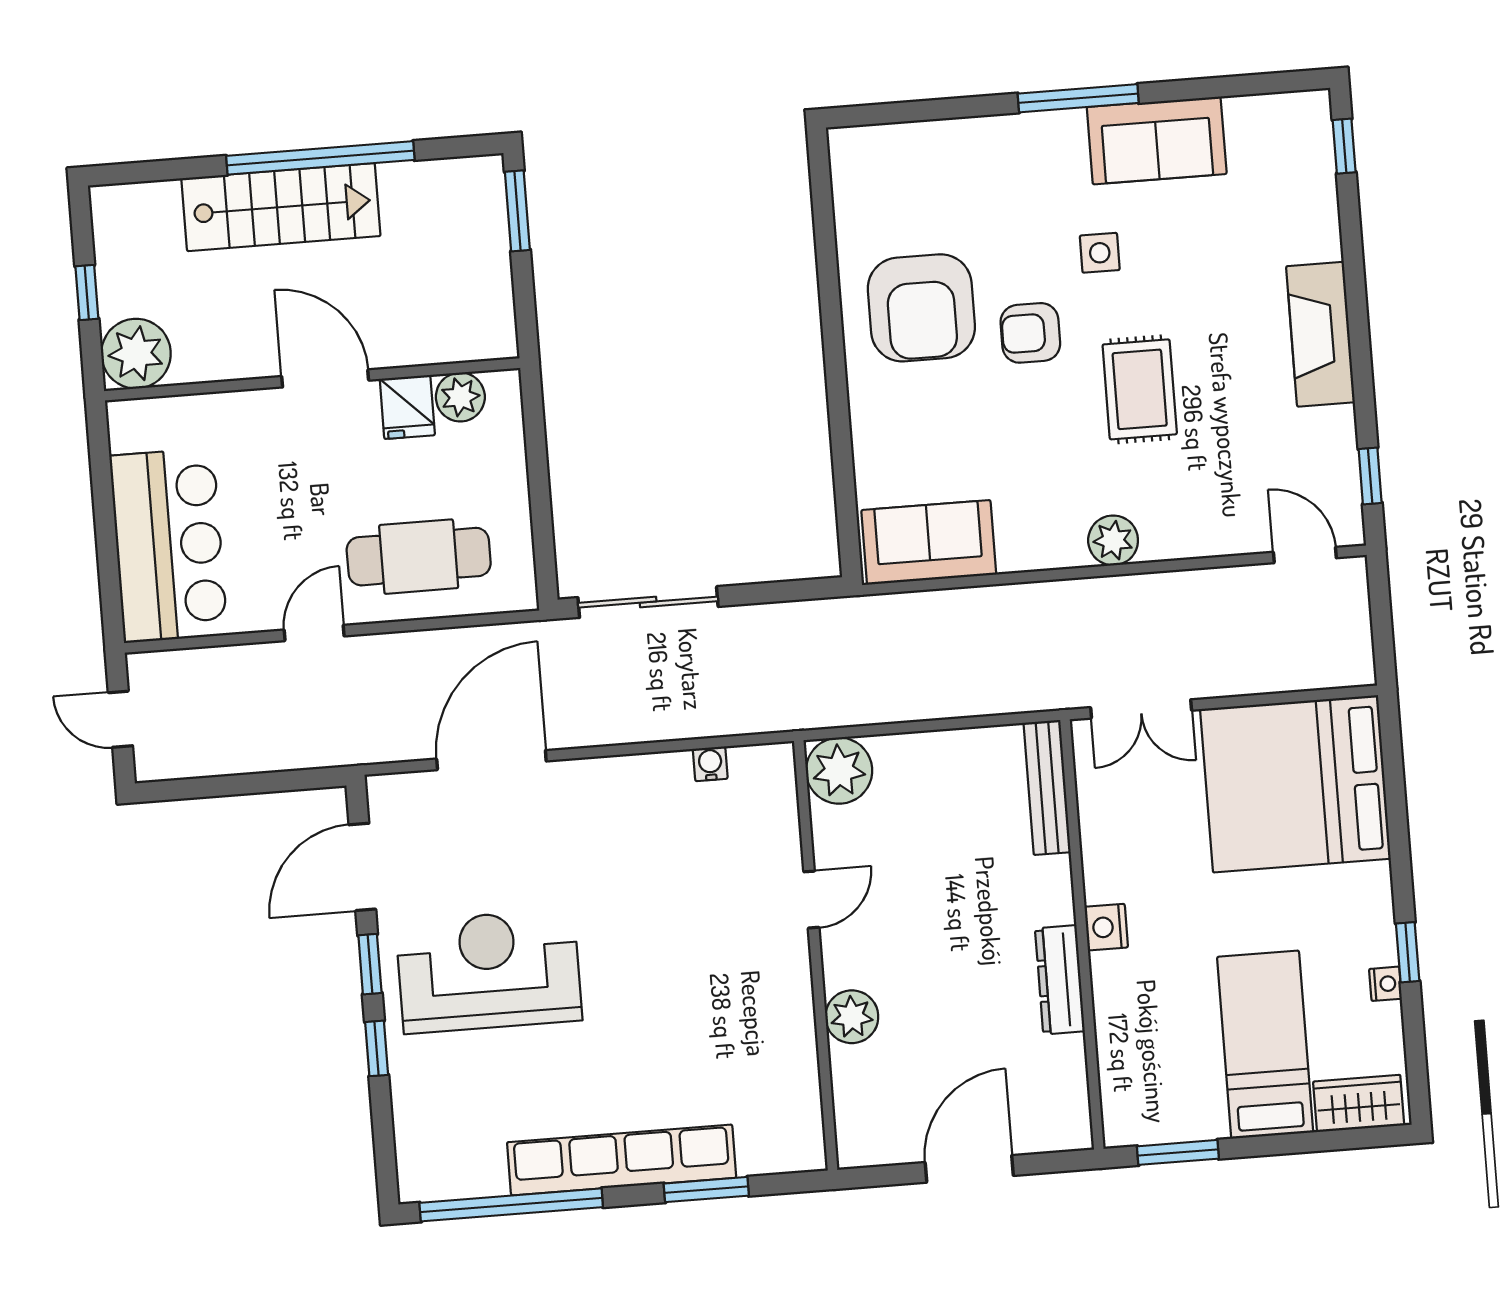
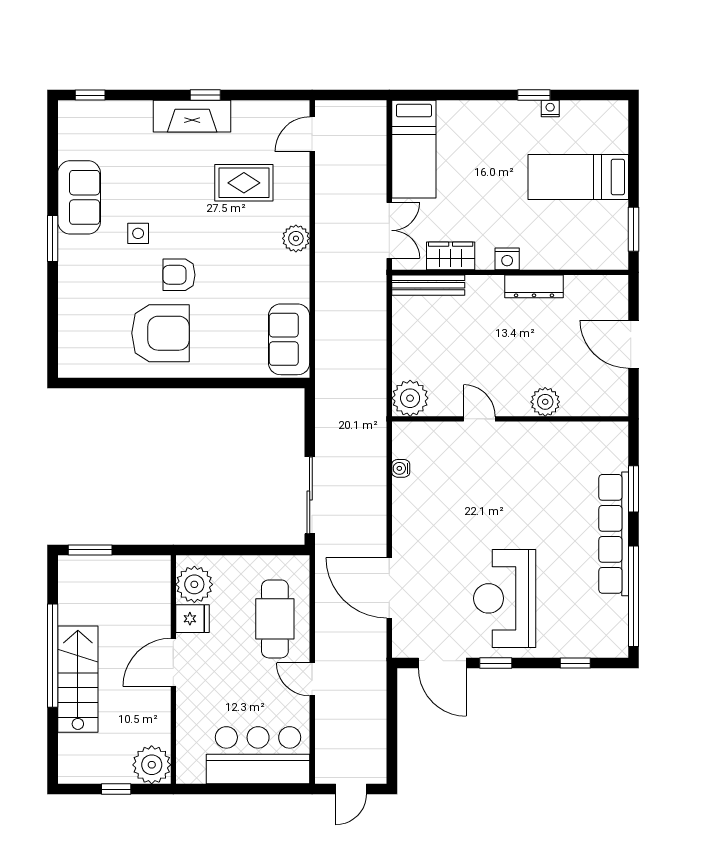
window: (1078, 98) -> (53, 239), width x0.69
armchair: (1030, 333) -> (179, 275), turned 90
rug: (1140, 389) -> (244, 183), moved
plant: (460, 397) -> (194, 584), width x1.36, depth x1.36
window: (1370, 476) -> (205, 95), moved
bed: (1295, 784) -> (414, 149), width x0.49
window: (377, 1048) -> (575, 663), moved
wardrobe: (1359, 1103) -> (451, 256), moved, turned 90

